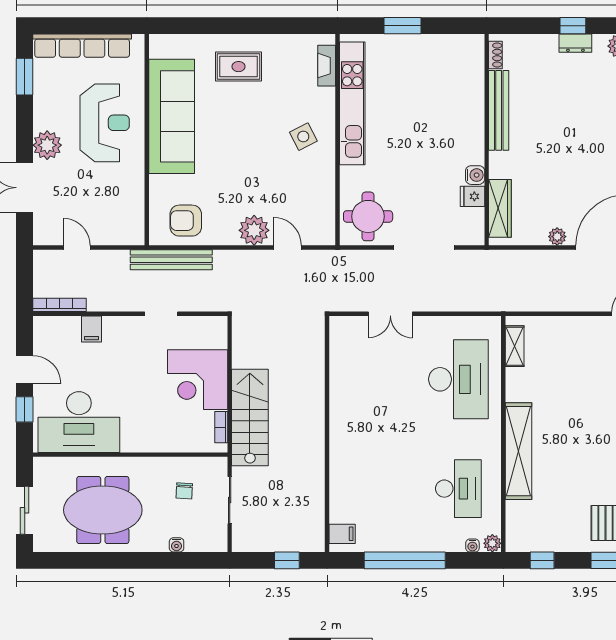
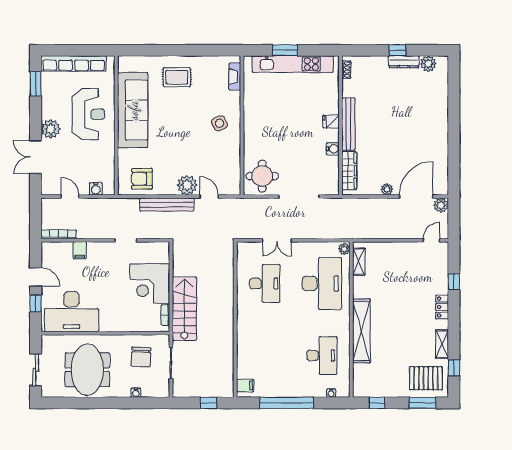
dresser: (575, 43) -> (404, 62), width x1.44
kitchen unit: (352, 103) -> (293, 64), moved, turned 90
bench: (499, 110) -> (348, 124), moved
fridge: (472, 196) -> (331, 122), moved
water cooler: (116, 236) -> (96, 189), added
bench: (171, 260) -> (167, 205), moved
desk: (372, 379) -> (265, 283), added
chair: (184, 491) -> (141, 357), width x1.87, depth x1.87
meeting table: (103, 510) -> (87, 370), turned 90
plant: (492, 543) -> (344, 249), moved

